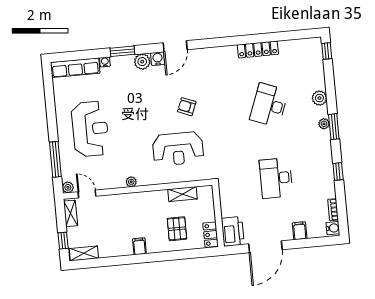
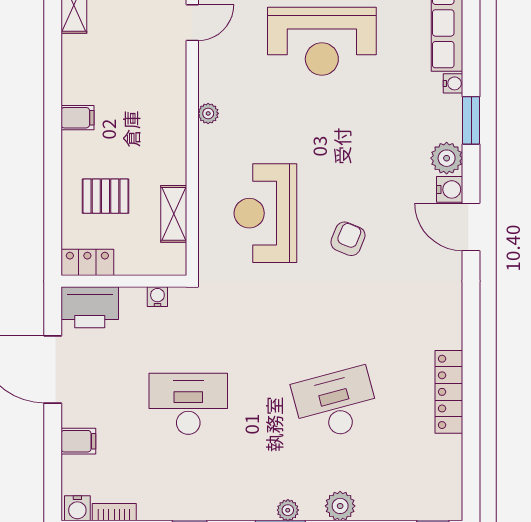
desk: (269, 105) -> (336, 404), turned -36
water cooler: (224, 198) -> (157, 297), added

